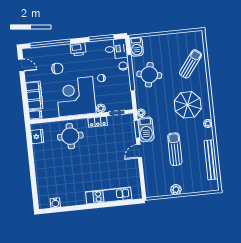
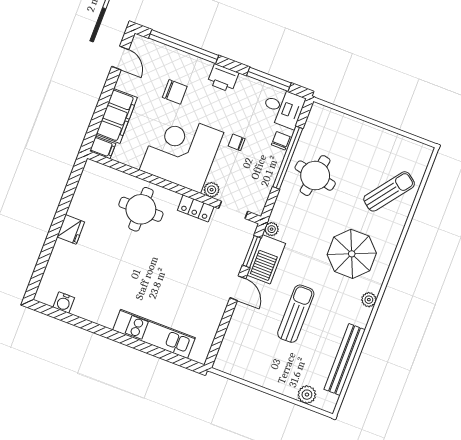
barbecue: (136, 47) -> (317, 121), removed
fridge: (37, 137) -> (71, 229), moved
door: (139, 151) -> (238, 288), swing flipped
plant: (176, 190) -> (307, 395), moved

